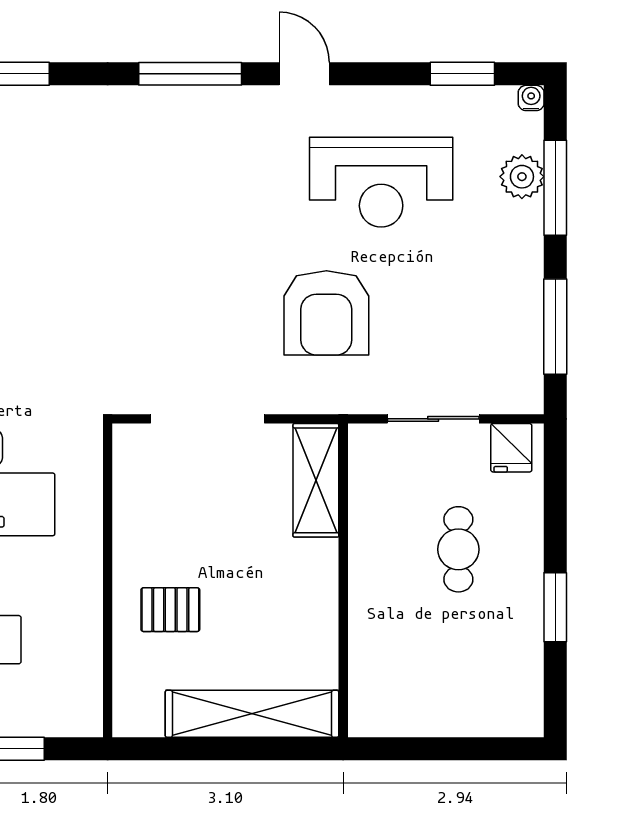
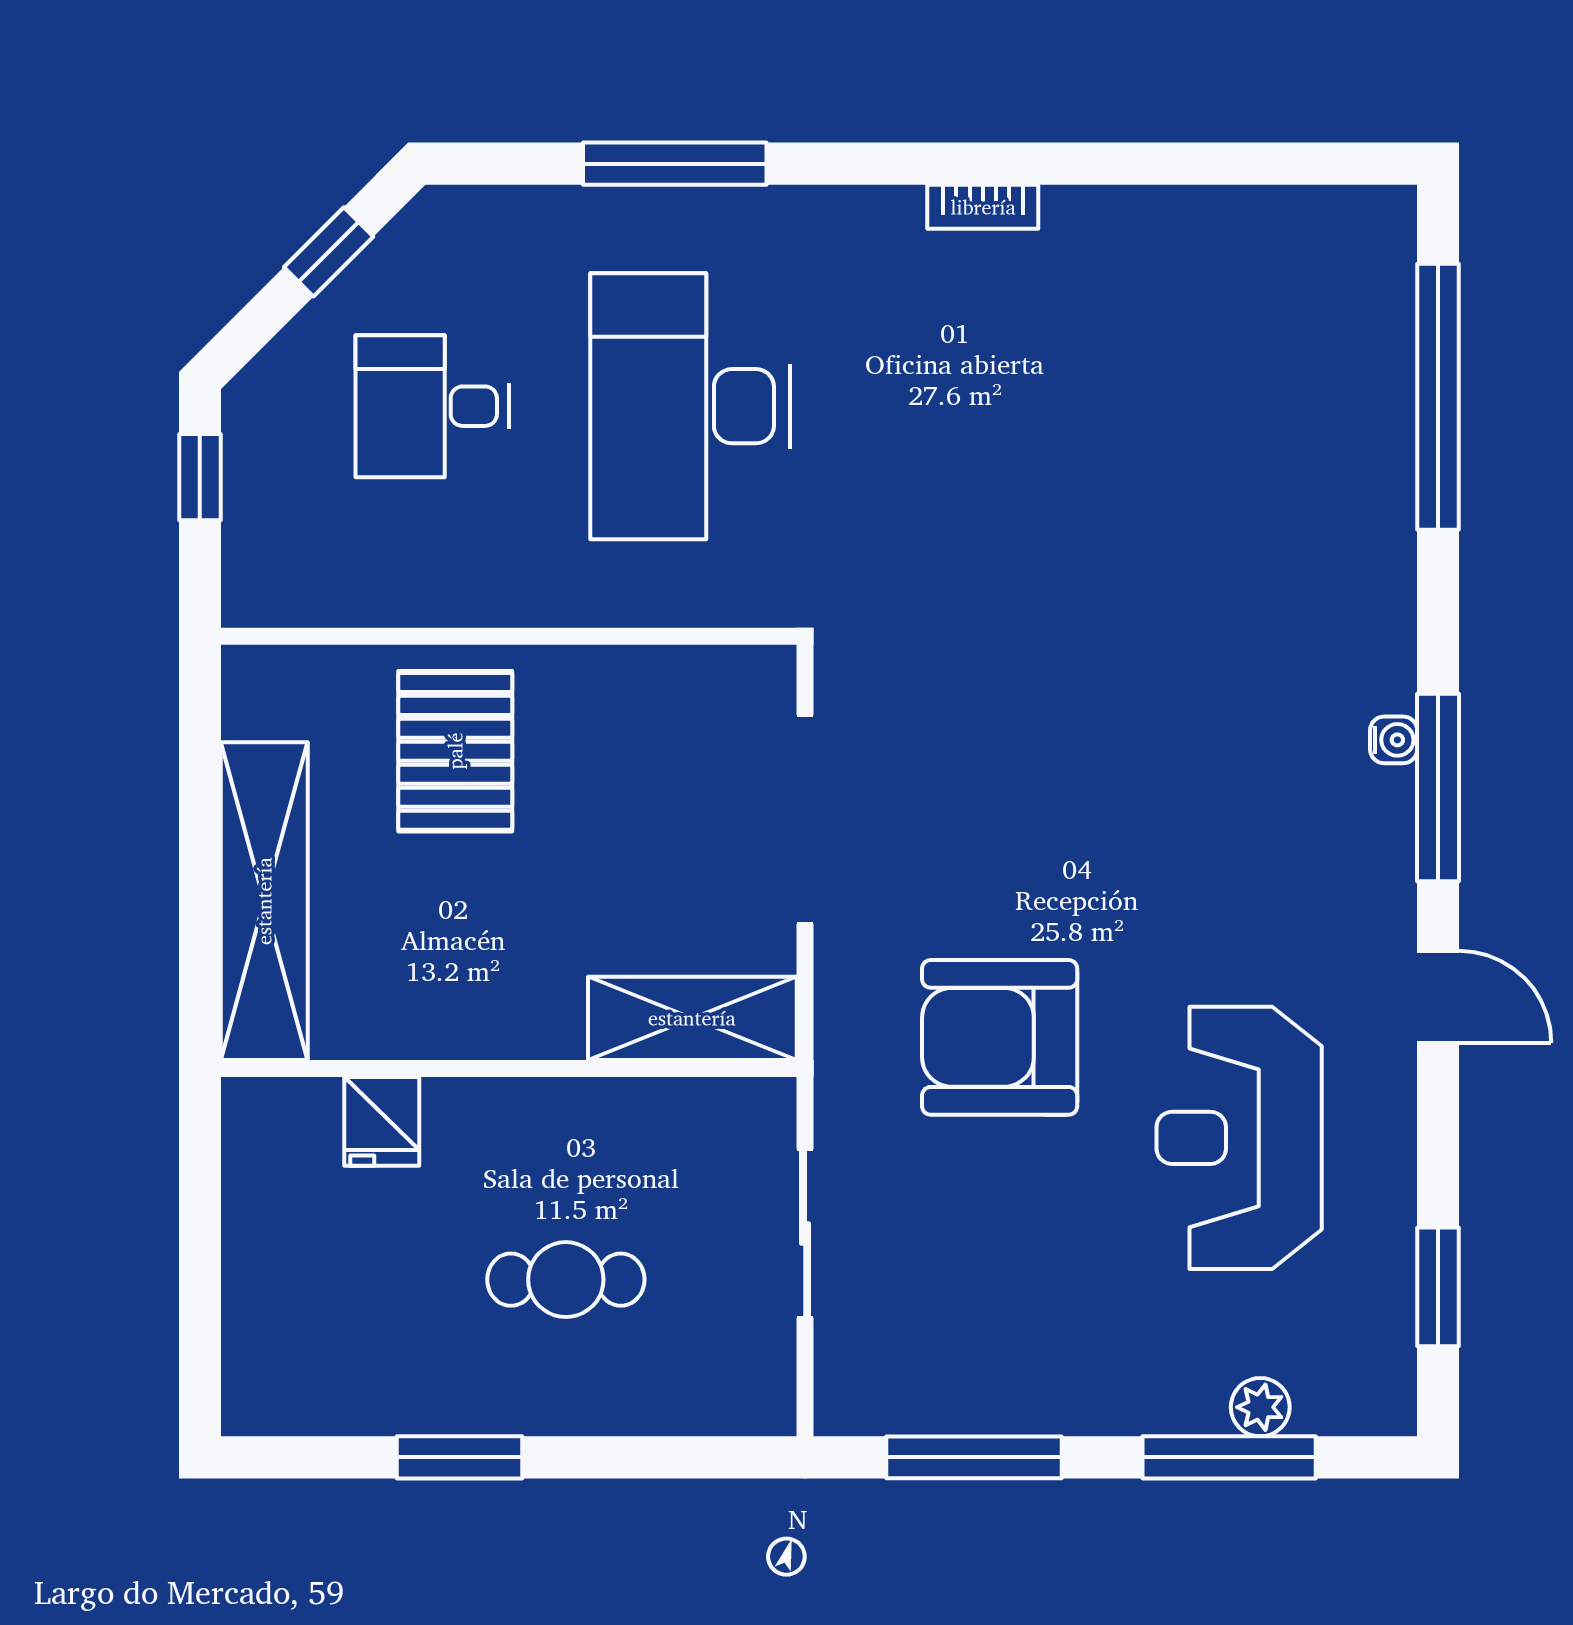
door: (304, 74) -> (1438, 997), hinge flipped
water cooler: (531, 98) -> (1394, 740), moved
plant: (522, 177) -> (1260, 1407), width x0.73, depth x0.73
fridge: (511, 448) -> (382, 1121), moved, turned -90
pallet: (170, 610) -> (455, 751), width x1.50, depth x1.42

